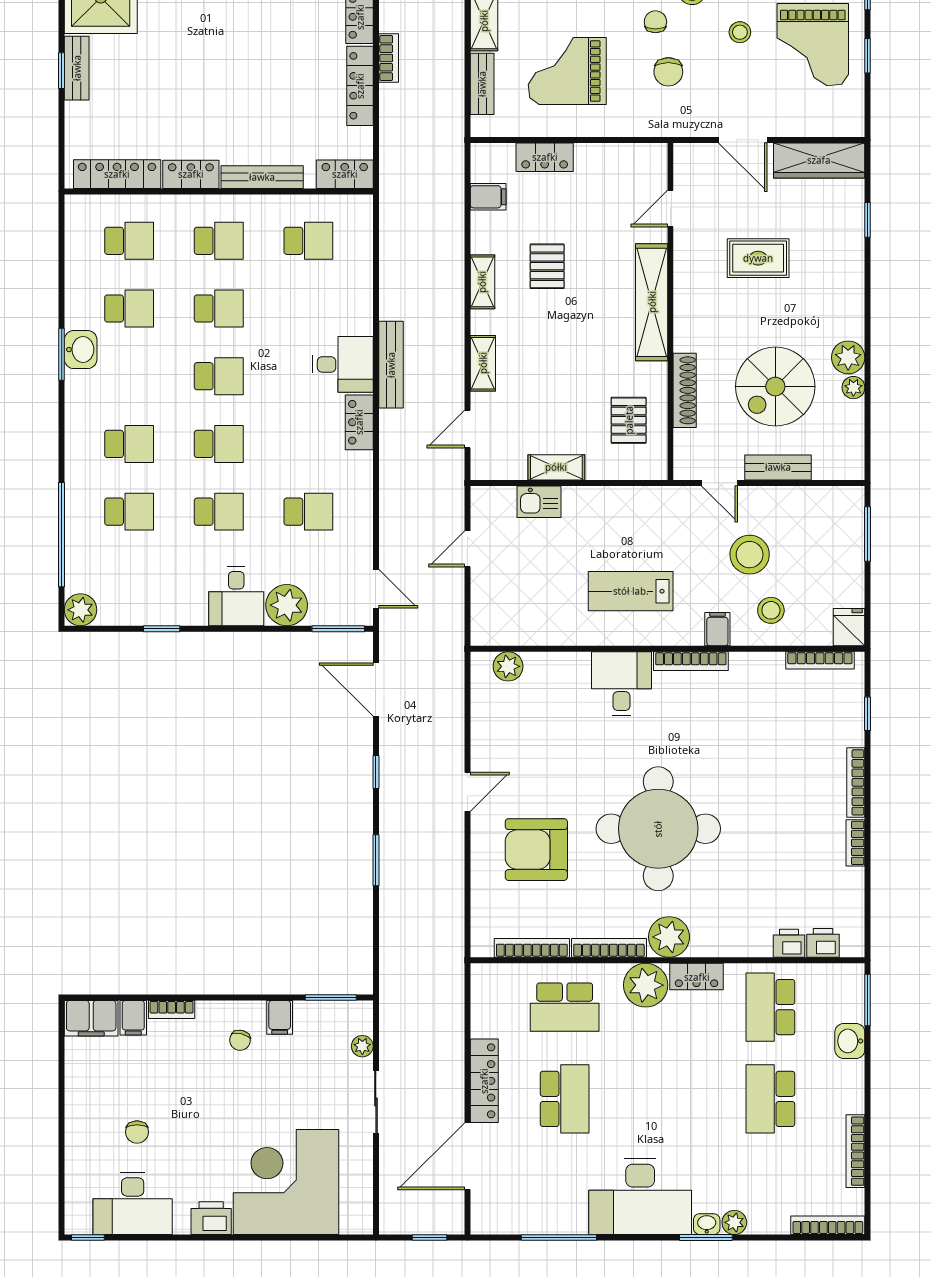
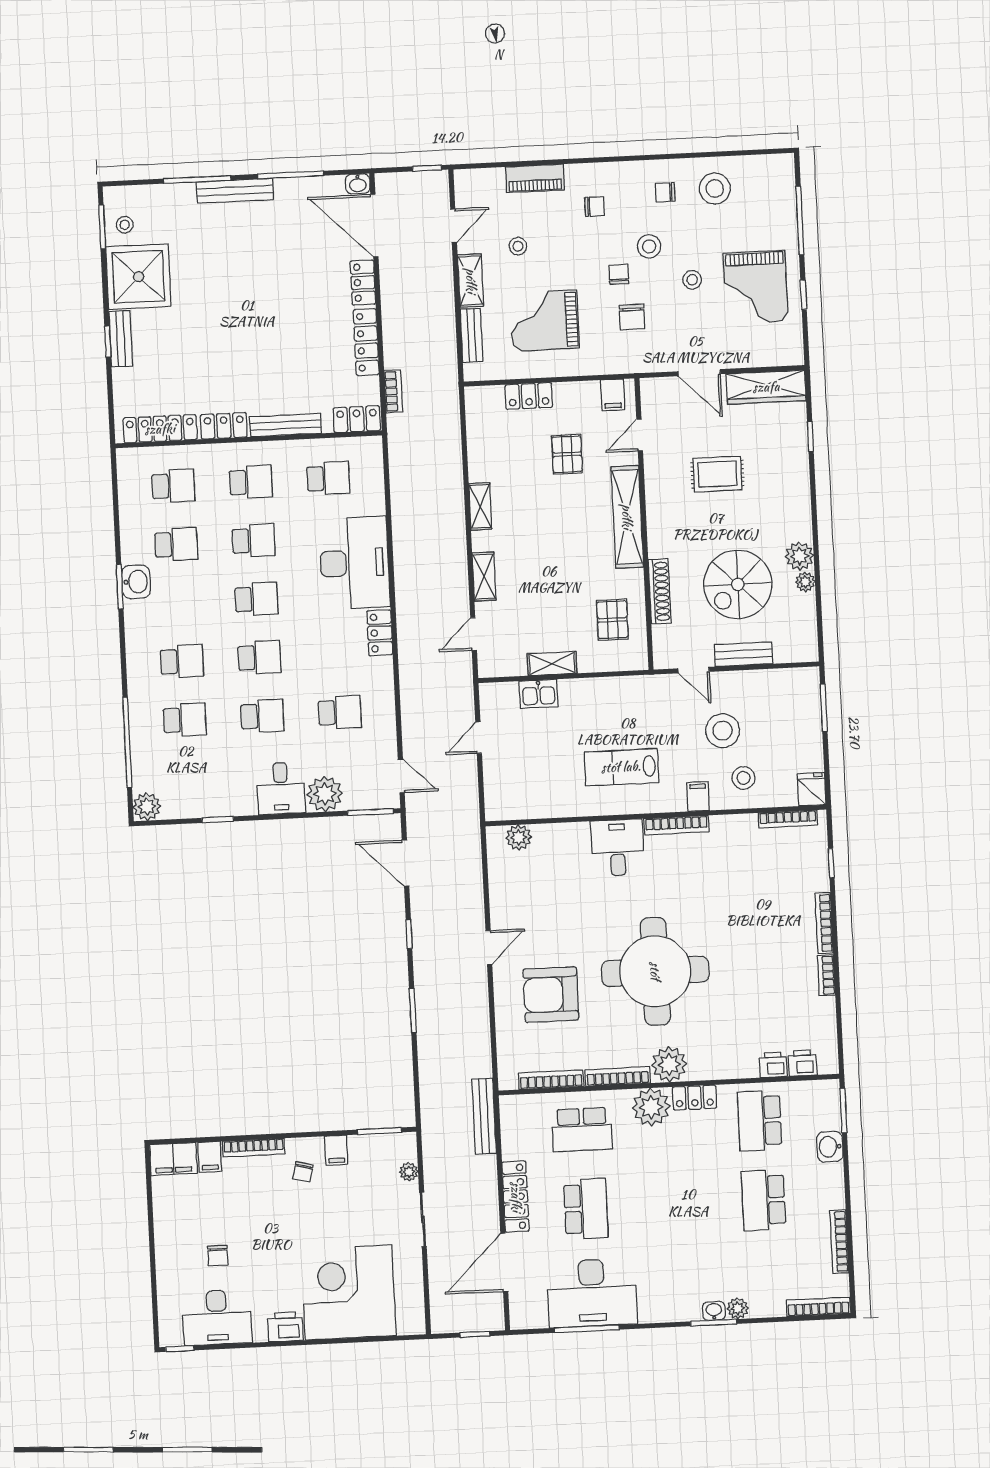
bookcase: (389, 58) -> (393, 391), moved
filing cabinet: (488, 197) -> (613, 395), moved, turned 90
pallet: (547, 266) -> (567, 454), moved
desk: (343, 364) -> (354, 563), width x1.87, depth x1.30
bench: (391, 365) -> (484, 1116), moved
bookcase: (172, 1010) -> (254, 1148), width x1.56
desk: (640, 1196) -> (592, 1293), moved

